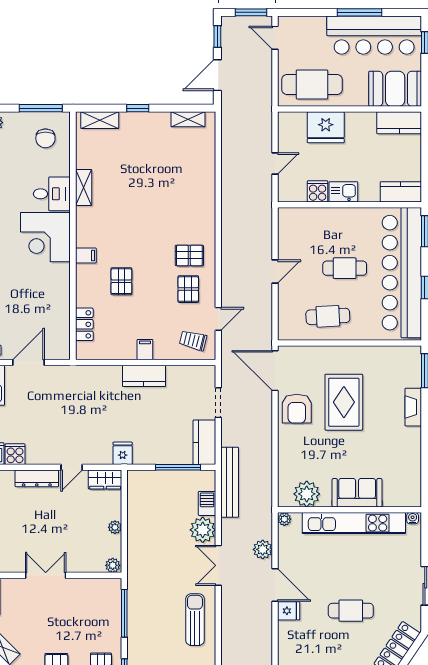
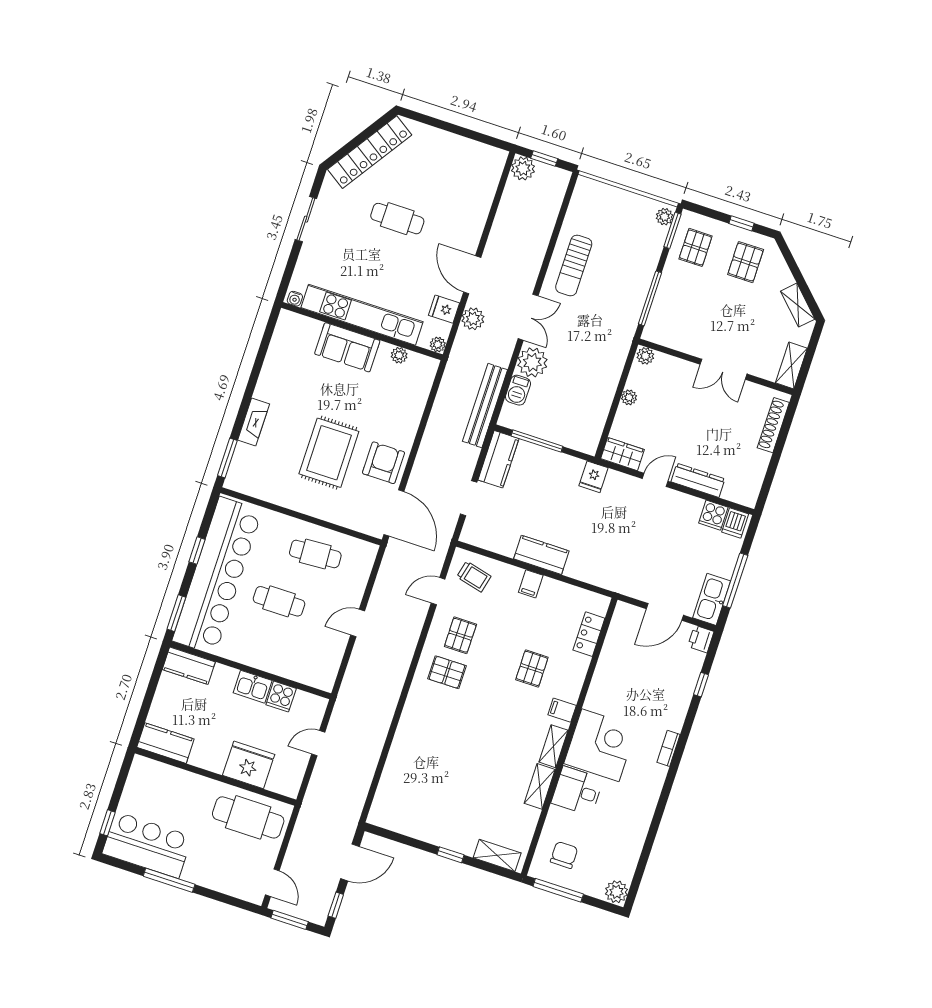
bar counter: (374, 35) -> (147, 845), width x0.73
booth: (395, 89) -> (157, 782), removed
shelving: (188, 119) -> (553, 746), moved, turned 90
plant: (307, 494) -> (399, 355), width x0.53, depth x0.53
fridge: (289, 611) -> (444, 309), moved

